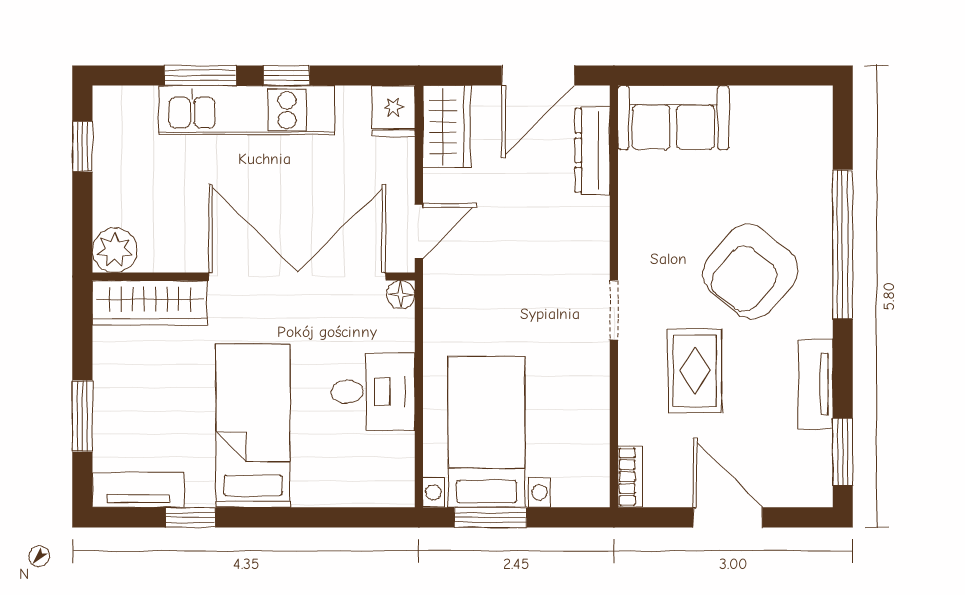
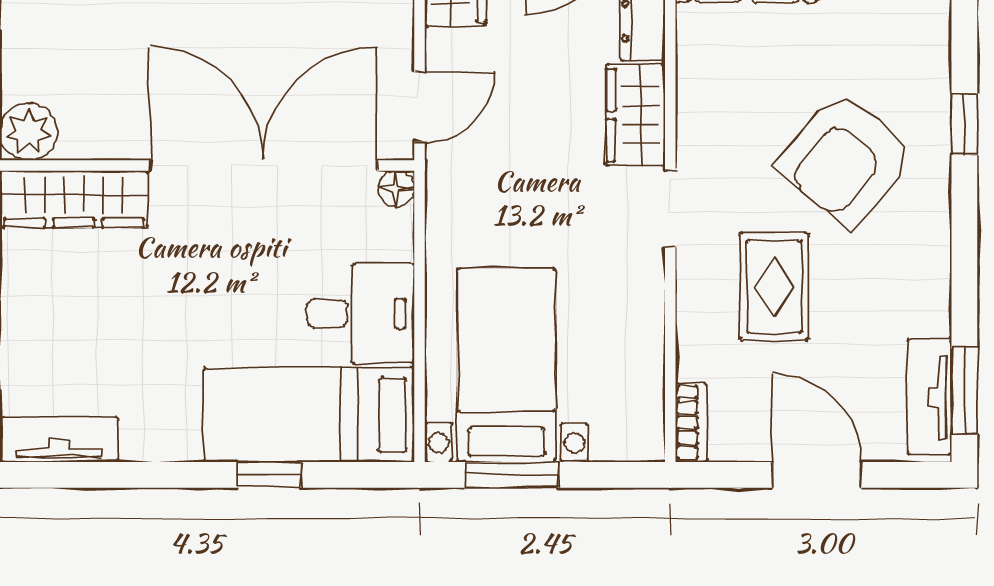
wardrobe: (587, 237) -> (636, 115), added
window: (843, 244) -> (964, 124), width x0.32
tv unit: (816, 384) -> (929, 397), moved
bed: (253, 426) -> (309, 415), moved, turned -90
window: (190, 517) -> (269, 475), moved

